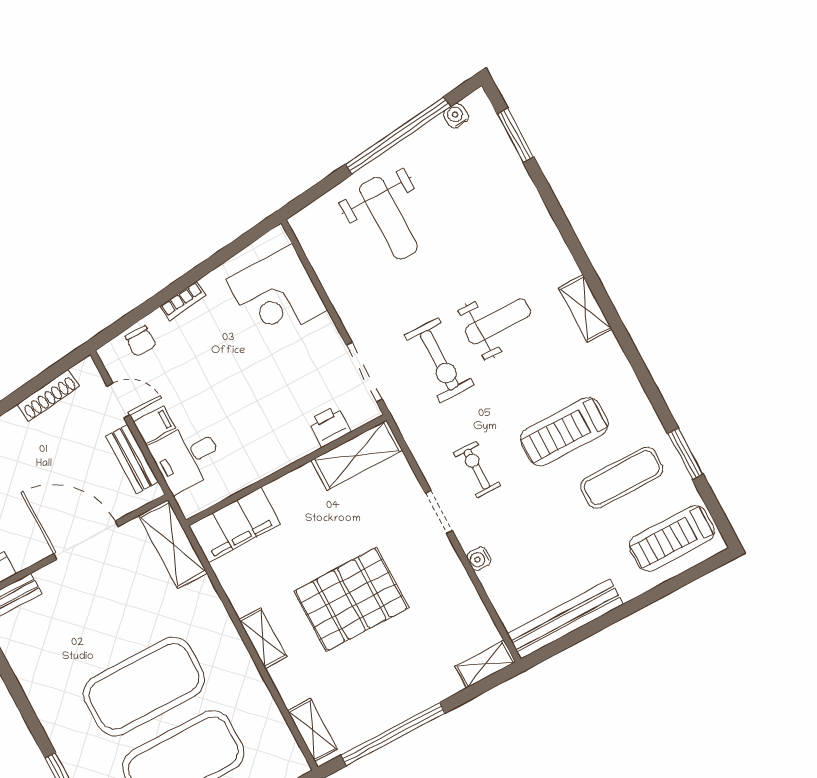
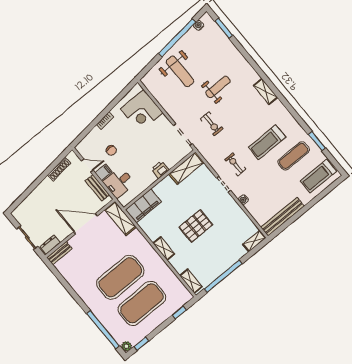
weight bench: (498, 321) -> (218, 87), moved
chair: (141, 341) -> (111, 150), moved
exercise bike: (439, 360) -> (212, 124), width x0.73, depth x0.72
printer: (330, 426) -> (160, 170), moved
pallet: (351, 599) -> (196, 226), width x0.73, depth x0.71

